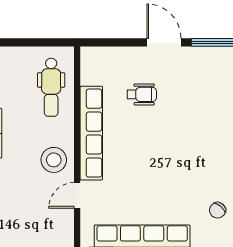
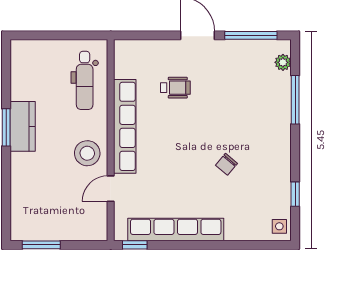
chair: (218, 210) -> (226, 164), moved

